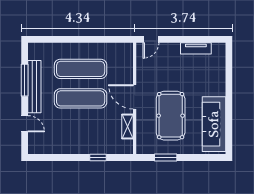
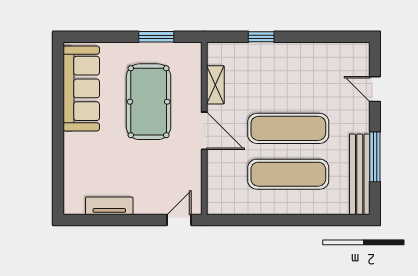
bench: (34, 87) -> (360, 174), moved

